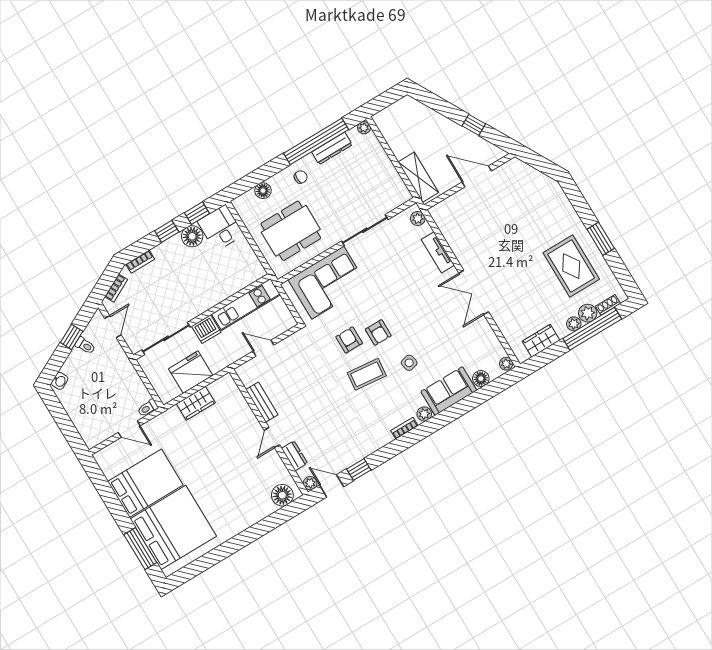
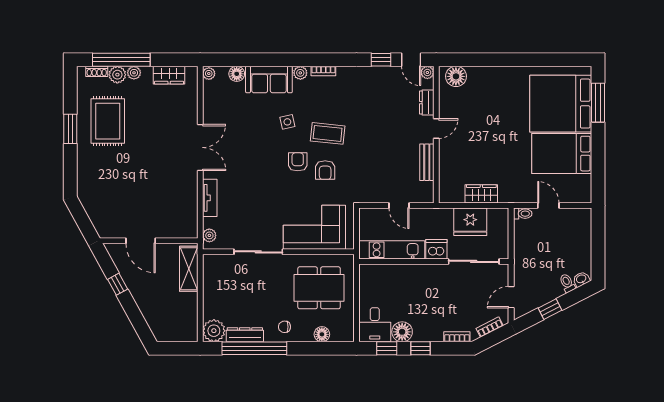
plant: (364, 128) -> (214, 331), width x1.88, depth x1.88
toilet: (85, 346) -> (567, 283), moved

